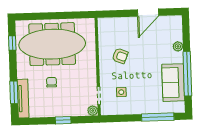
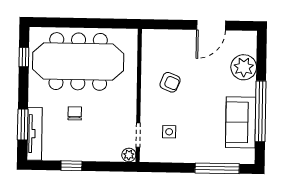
plant: (178, 46) -> (244, 67), width x1.87, depth x1.87
window: (63, 120) -> (71, 166), moved

